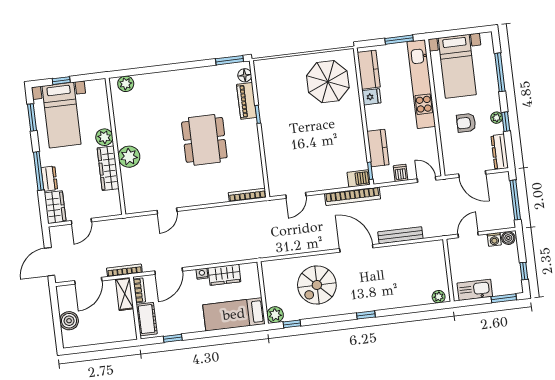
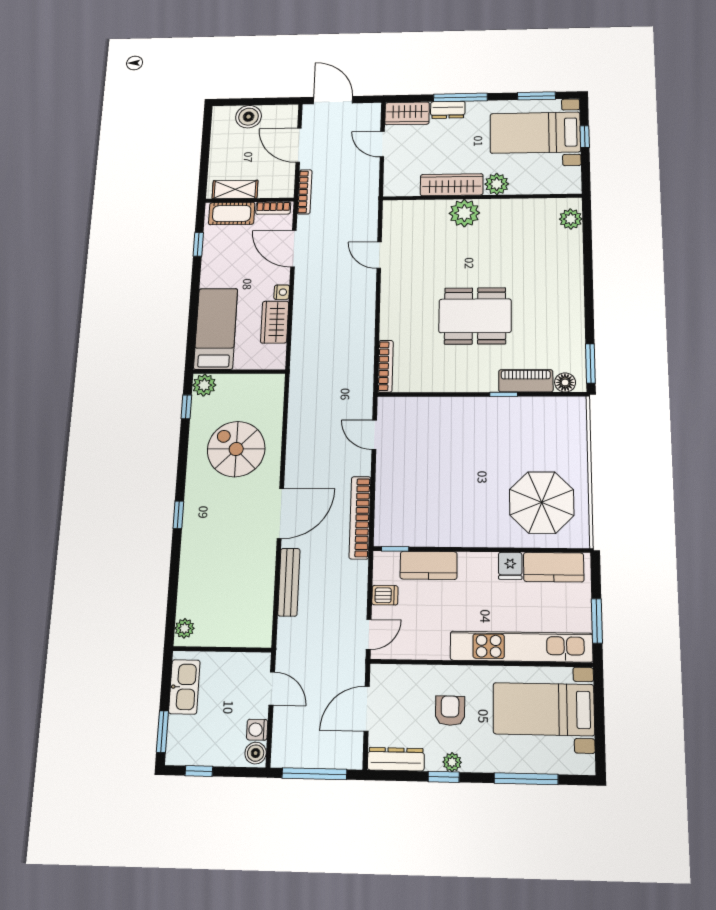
barbecue: (359, 178) -> (386, 530), removed
shelving: (125, 294) -> (235, 189), moved

